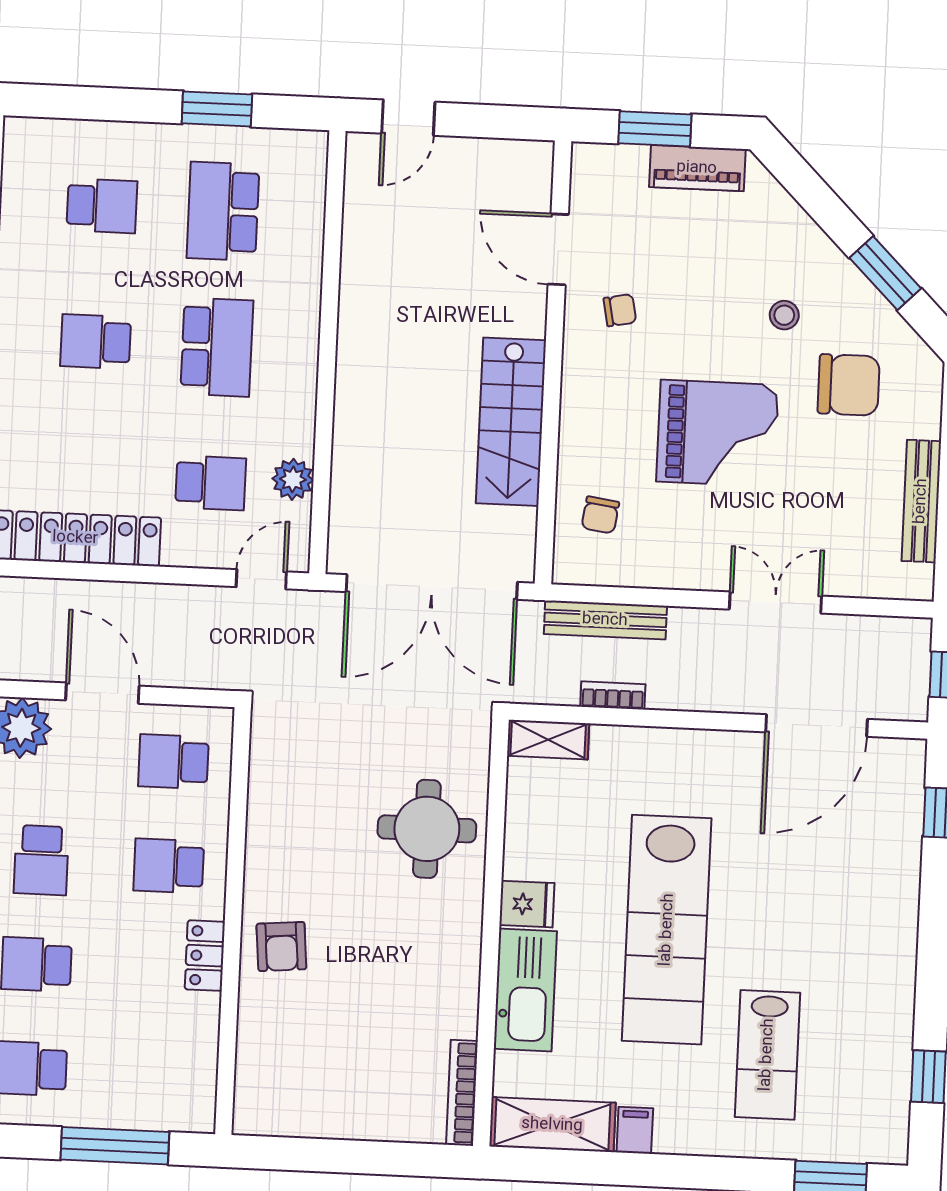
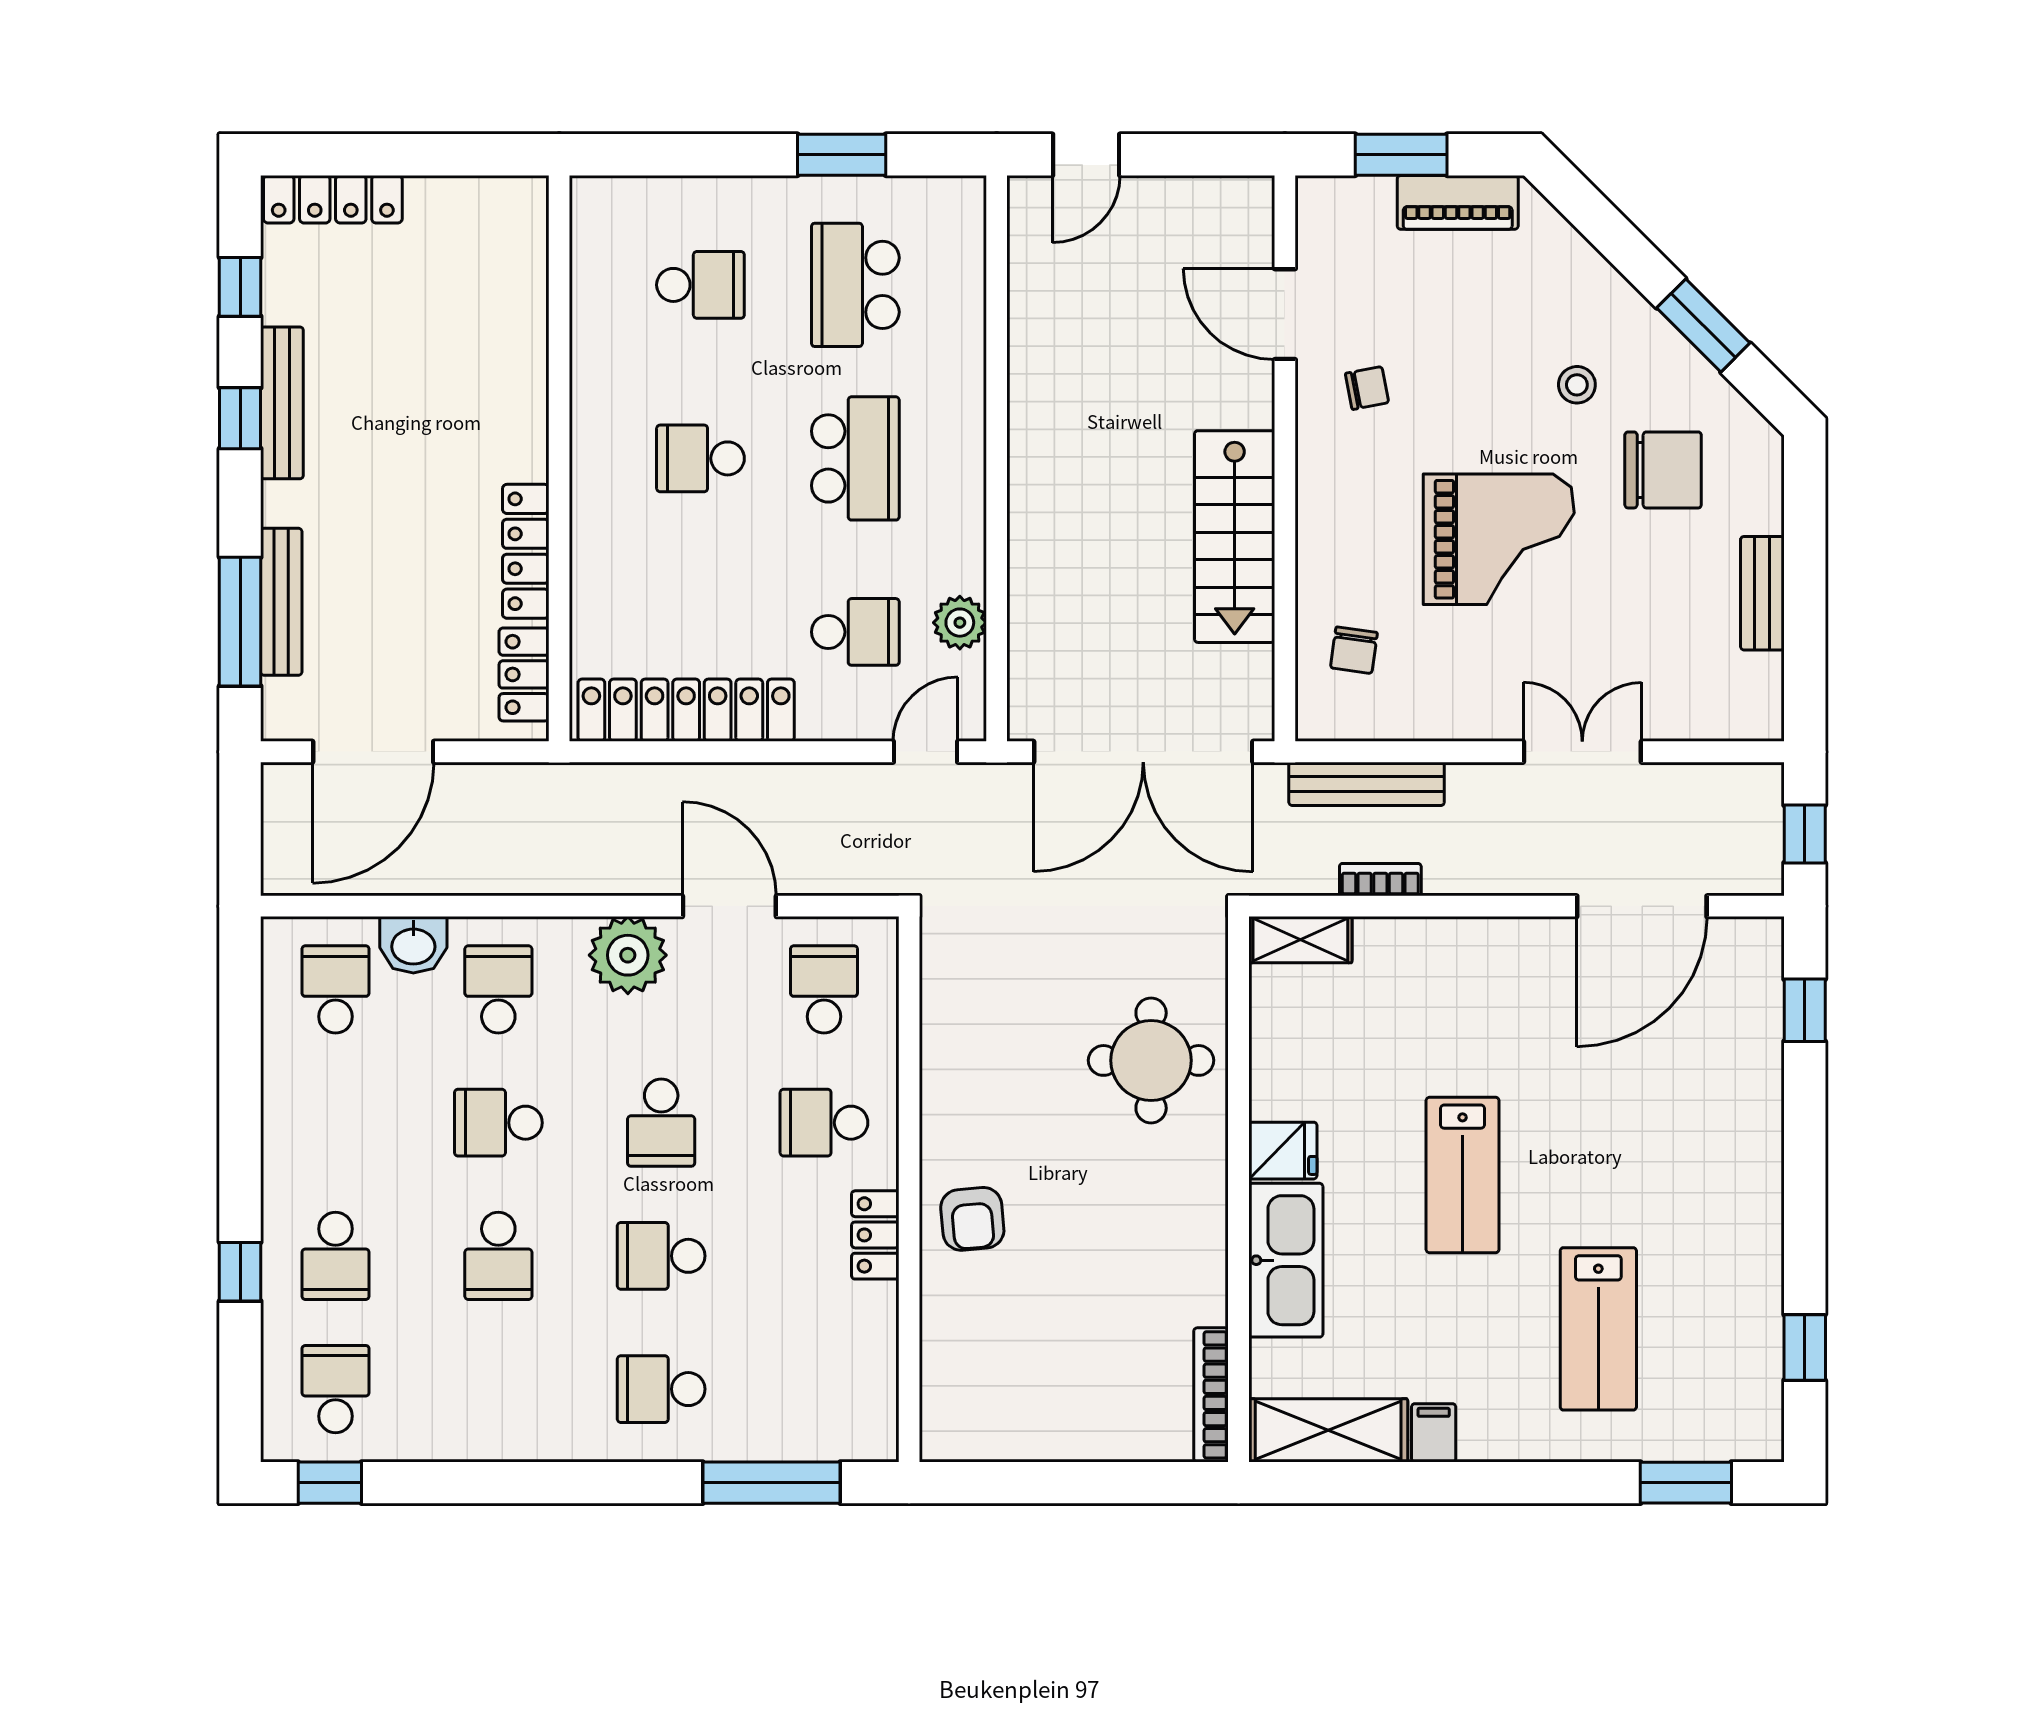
bench: (921, 501) -> (1762, 593), width x0.73
school desk: (173, 762) -> (824, 989), turned 90
lab bench: (667, 930) -> (1463, 1175), width x0.54, depth x0.72

